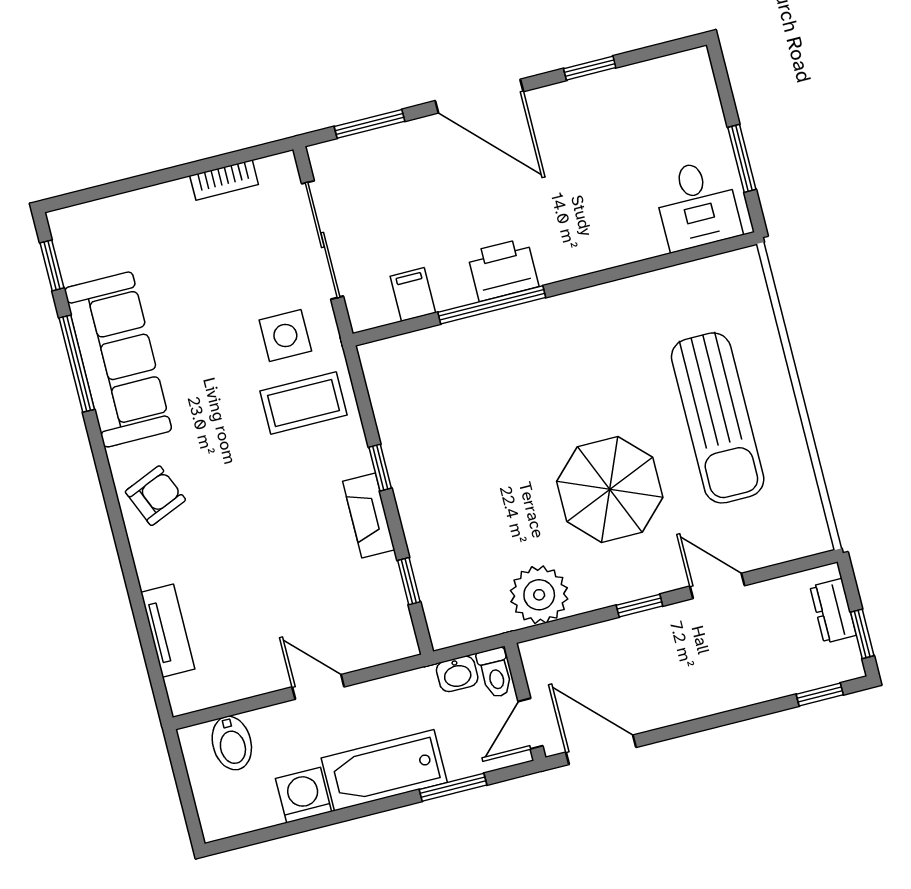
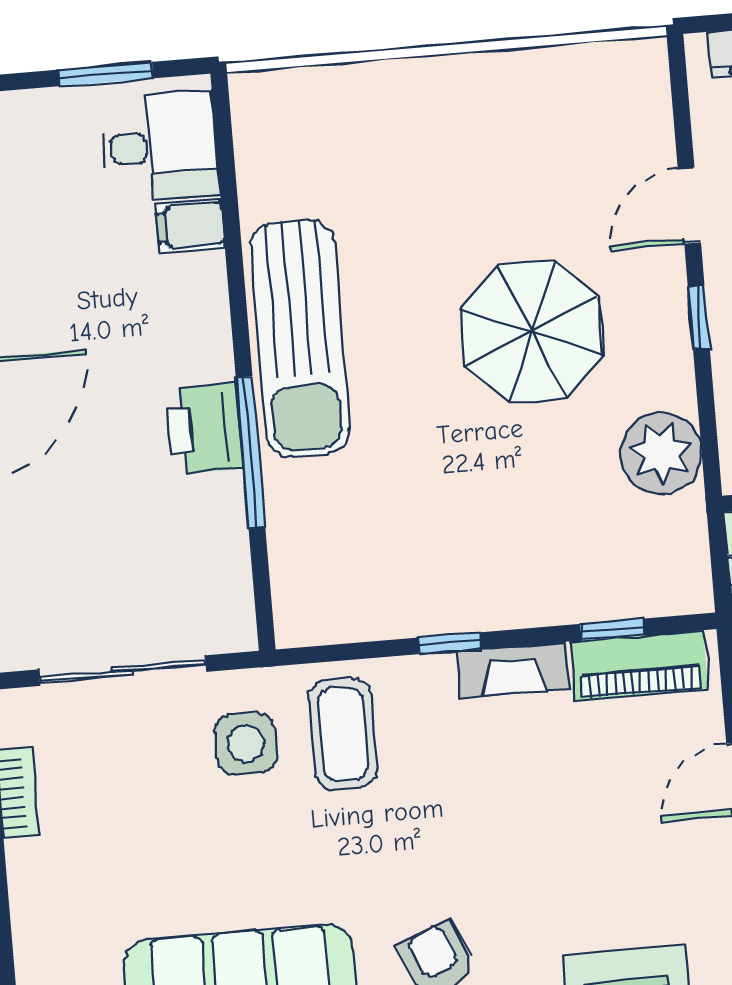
filing cabinet: (413, 294) -> (190, 226), moved
sun lounger: (718, 418) -> (300, 338), moved, turned 90
piano: (387, 604) -> (639, 665), added

